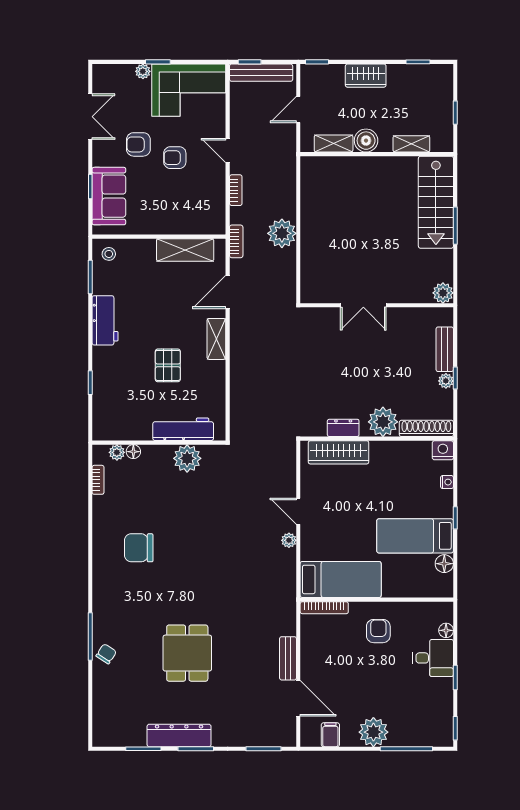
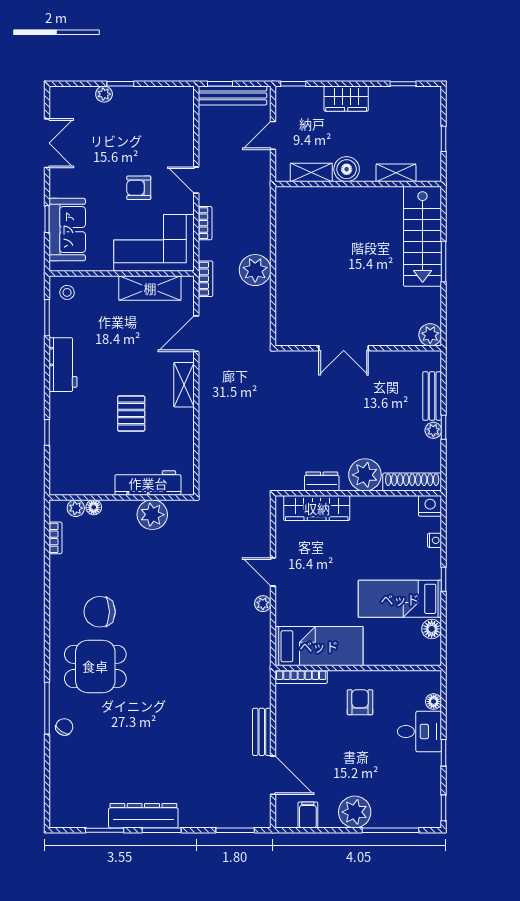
corner sofa: (189, 90) -> (154, 243), moved, turned 180
armchair: (138, 144) -> (99, 173), removed
dining table: (187, 653) -> (95, 666), moved, turned 90

